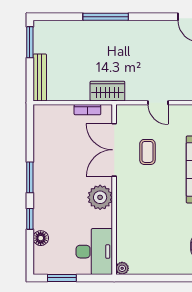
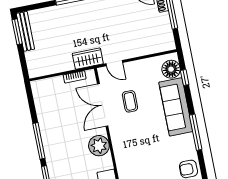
bench: (40, 77) -> (25, 31), moved
door: (158, 103) -> (114, 63), moved
window: (30, 177) -> (39, 141), width x1.44

